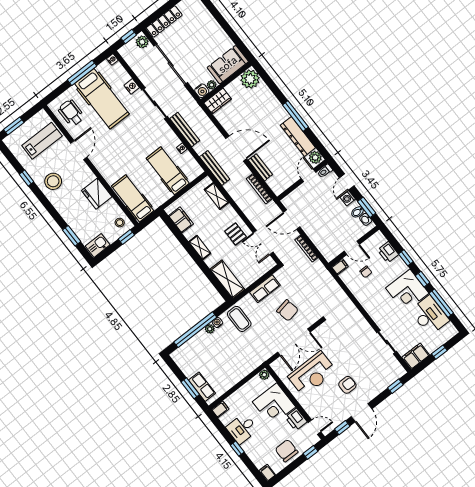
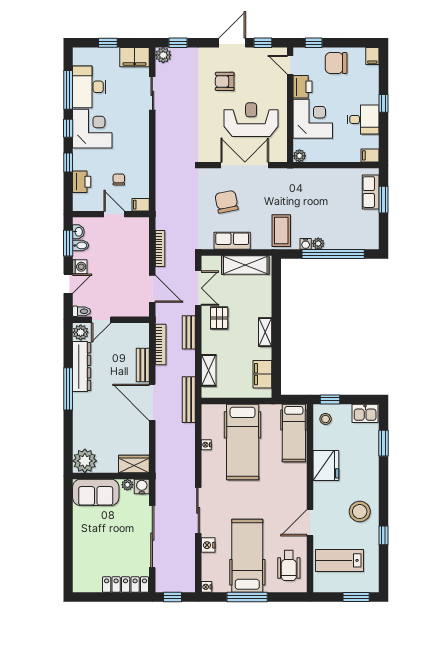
plant: (142, 42) -> (163, 55), moved
bench: (185, 129) -> (189, 332), moved, width x0.73
hospital bed: (168, 171) -> (243, 442), width x1.37, depth x1.29
shelving: (227, 279) -> (245, 265), moved, turned 90
chair: (287, 451) -> (336, 63), turned 90

